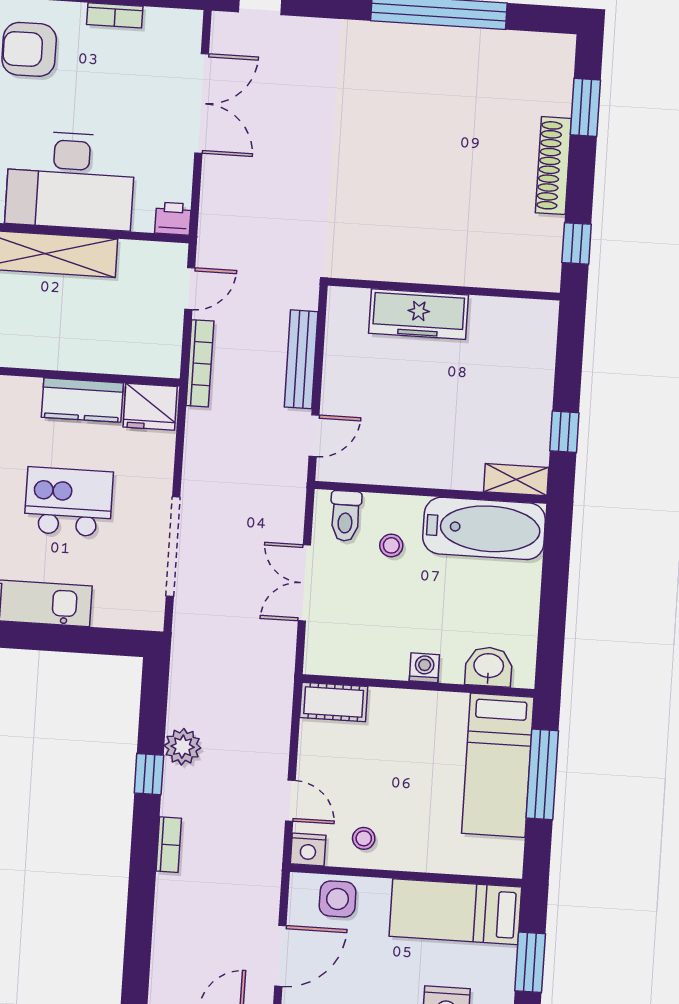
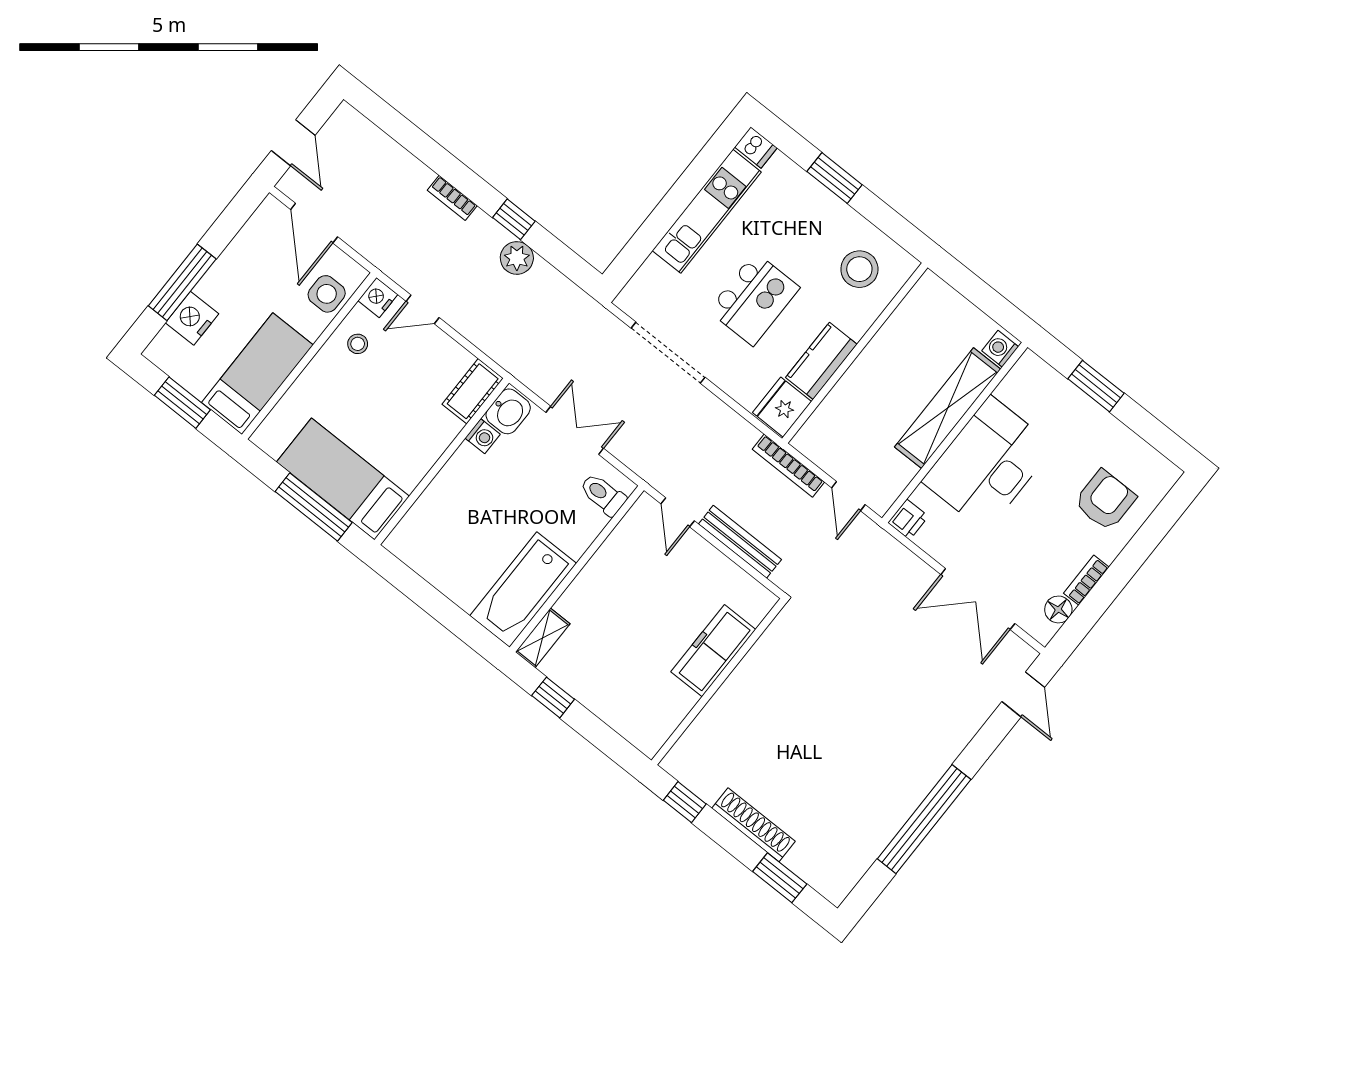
floor lamp: (160, 23) -> (1058, 609), added
stool: (391, 545) -> (558, 513), removed
washbasin: (489, 667) -> (508, 411), moved
washing machine: (424, 668) -> (483, 436), moved

